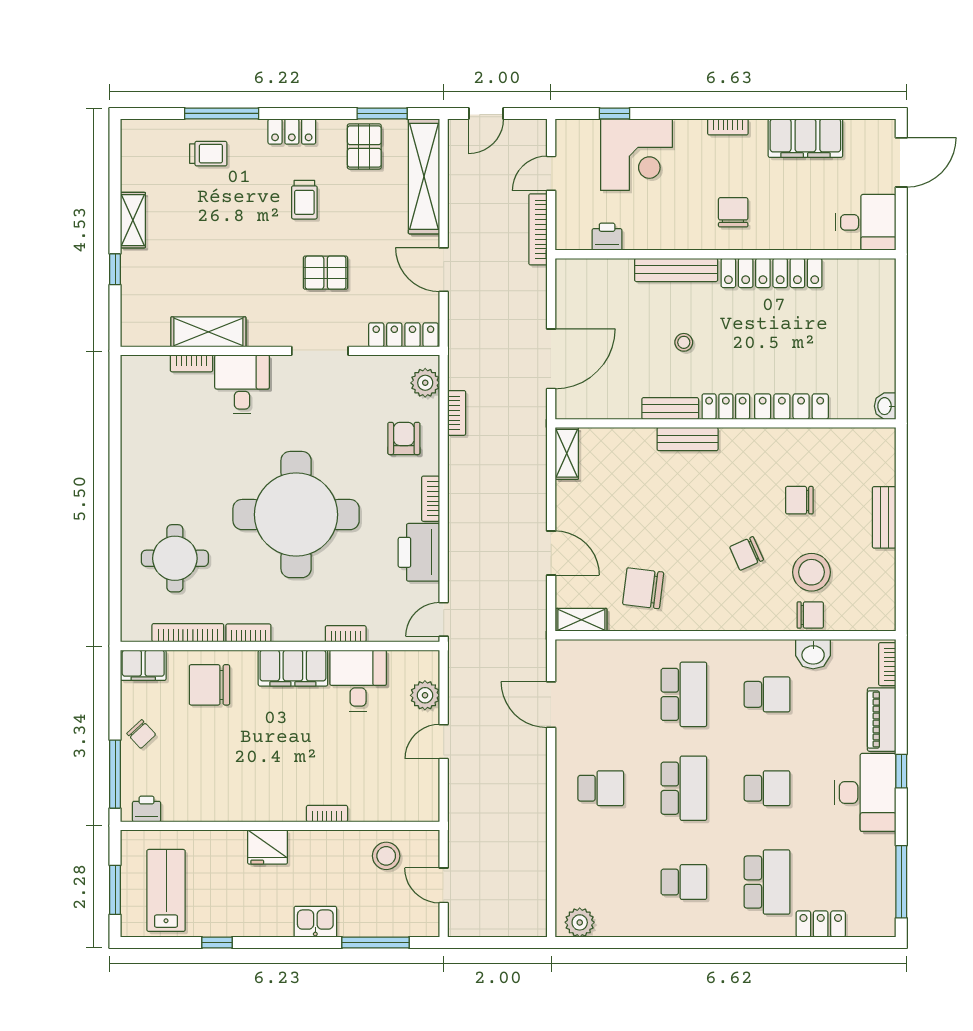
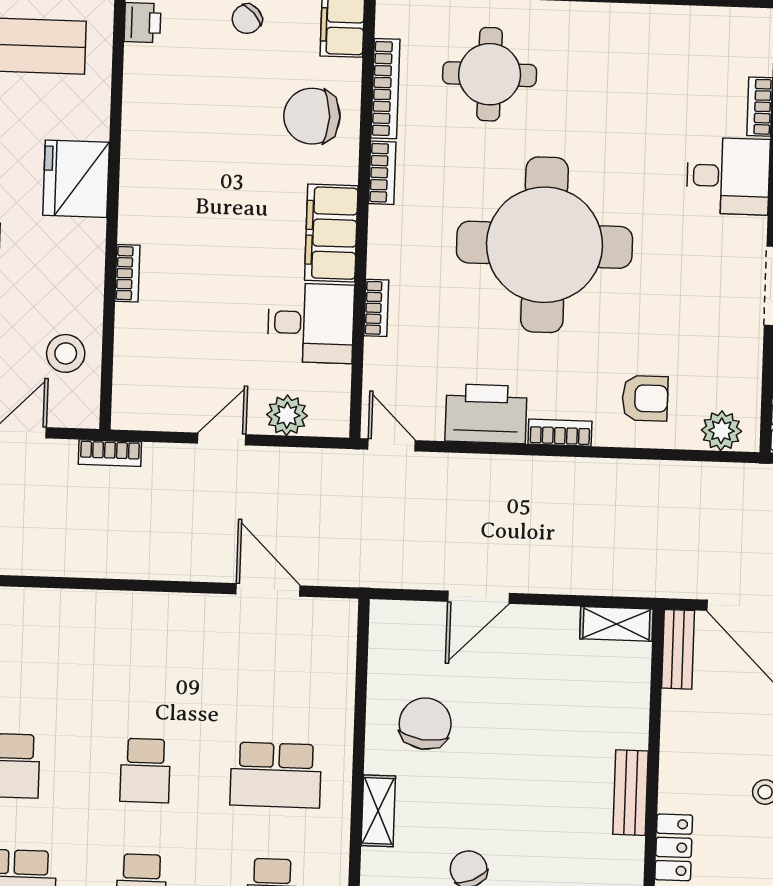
bench: (670, 408) -> (678, 649), moved
bookcase: (457, 413) -> (110, 453), moved
shelving: (581, 620) -> (378, 811), moved
chair: (209, 685) -> (312, 116), turned -90
door: (551, 705) -> (268, 590), hinge flipped
door: (444, 742) -> (222, 439), hinge flipped
school desk: (601, 788) -> (149, 655), removed
school desk: (684, 788) -> (145, 770), width x0.54
fridge: (268, 847) -> (76, 179), width x1.36, depth x1.34

